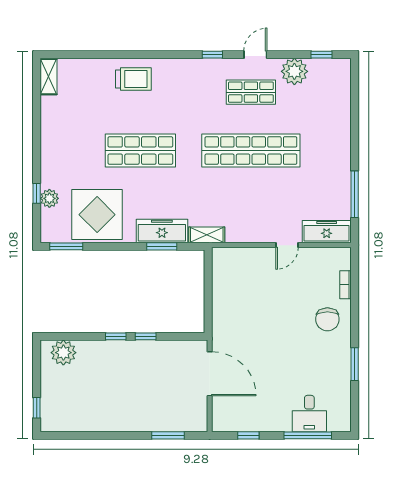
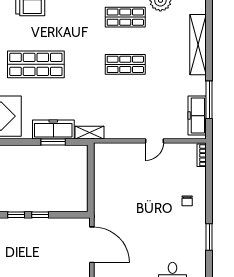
shelving: (341, 126) -> (198, 45), added
shop shelf: (251, 151) -> (125, 64), width x0.50, depth x0.74
freezer: (327, 232) -> (197, 116), moved, turned -90
bookcase: (345, 285) -> (202, 155), moved
chair: (327, 319) -> (187, 201), width x0.54, depth x0.54

